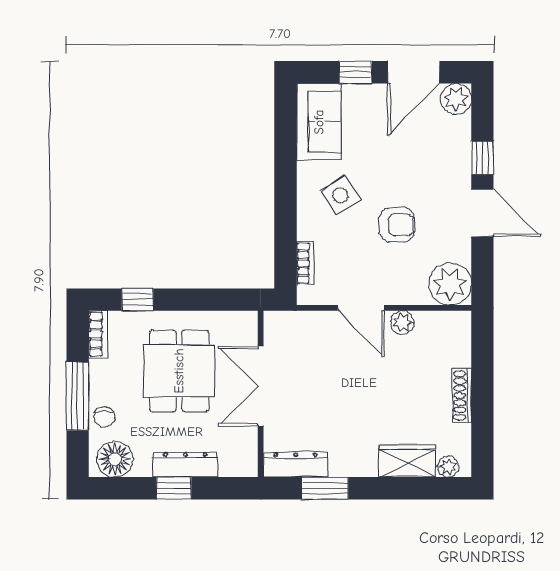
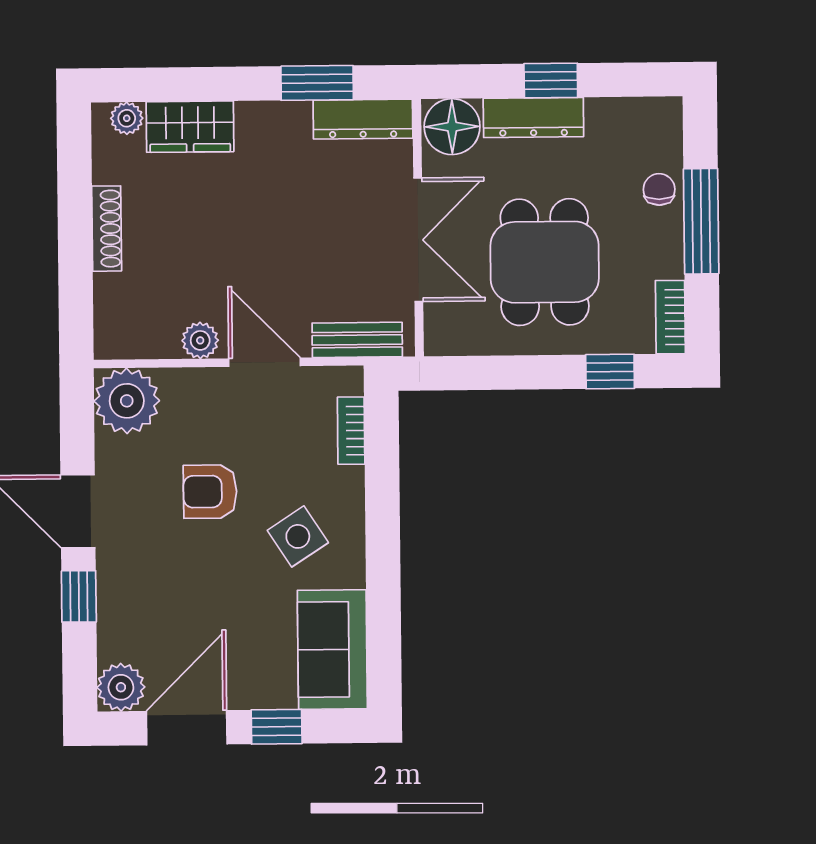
bench: (301, 322) -> (357, 340), added
floor lamp: (115, 459) -> (452, 127), moved

